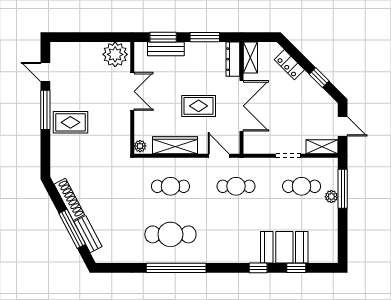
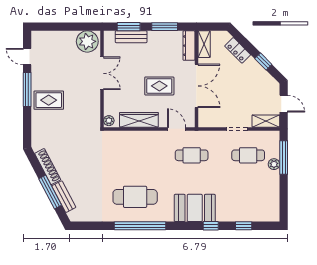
cafe table: (170, 186) -> (135, 155), removed
booth: (284, 247) -> (195, 208), moved

